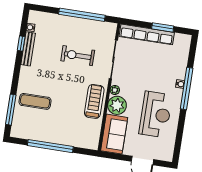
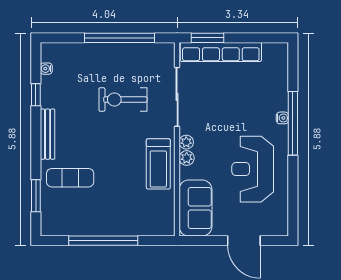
window: (163, 27) -> (207, 38), moved
bench: (28, 49) -> (48, 134), moved
treadmill: (94, 101) -> (158, 164), turned 180
plant: (117, 105) -> (187, 158), width x0.53, depth x0.53
window: (11, 110) -> (36, 196), width x0.69
reception desk: (156, 114) -> (253, 169), turned 180

